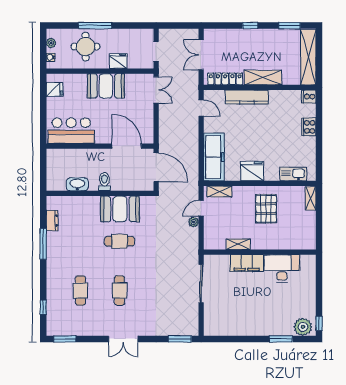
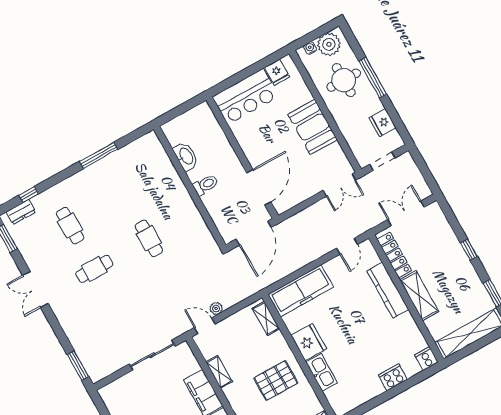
plant: (51, 43) -> (329, 44), width x1.87, depth x1.87
fridge: (118, 61) -> (383, 123), moved, turned 180
bar counter: (71, 131) -> (245, 97), moved, turned 90
kitchen sink: (293, 174) -> (322, 372), moved
door: (201, 208) -> (205, 326), moved
booth: (120, 209) -> (185, 219), removed
dresser: (52, 221) -> (21, 212), moved
cafe table: (80, 290) -> (70, 226), turned 90
double door: (123, 339) -> (35, 289), moved

